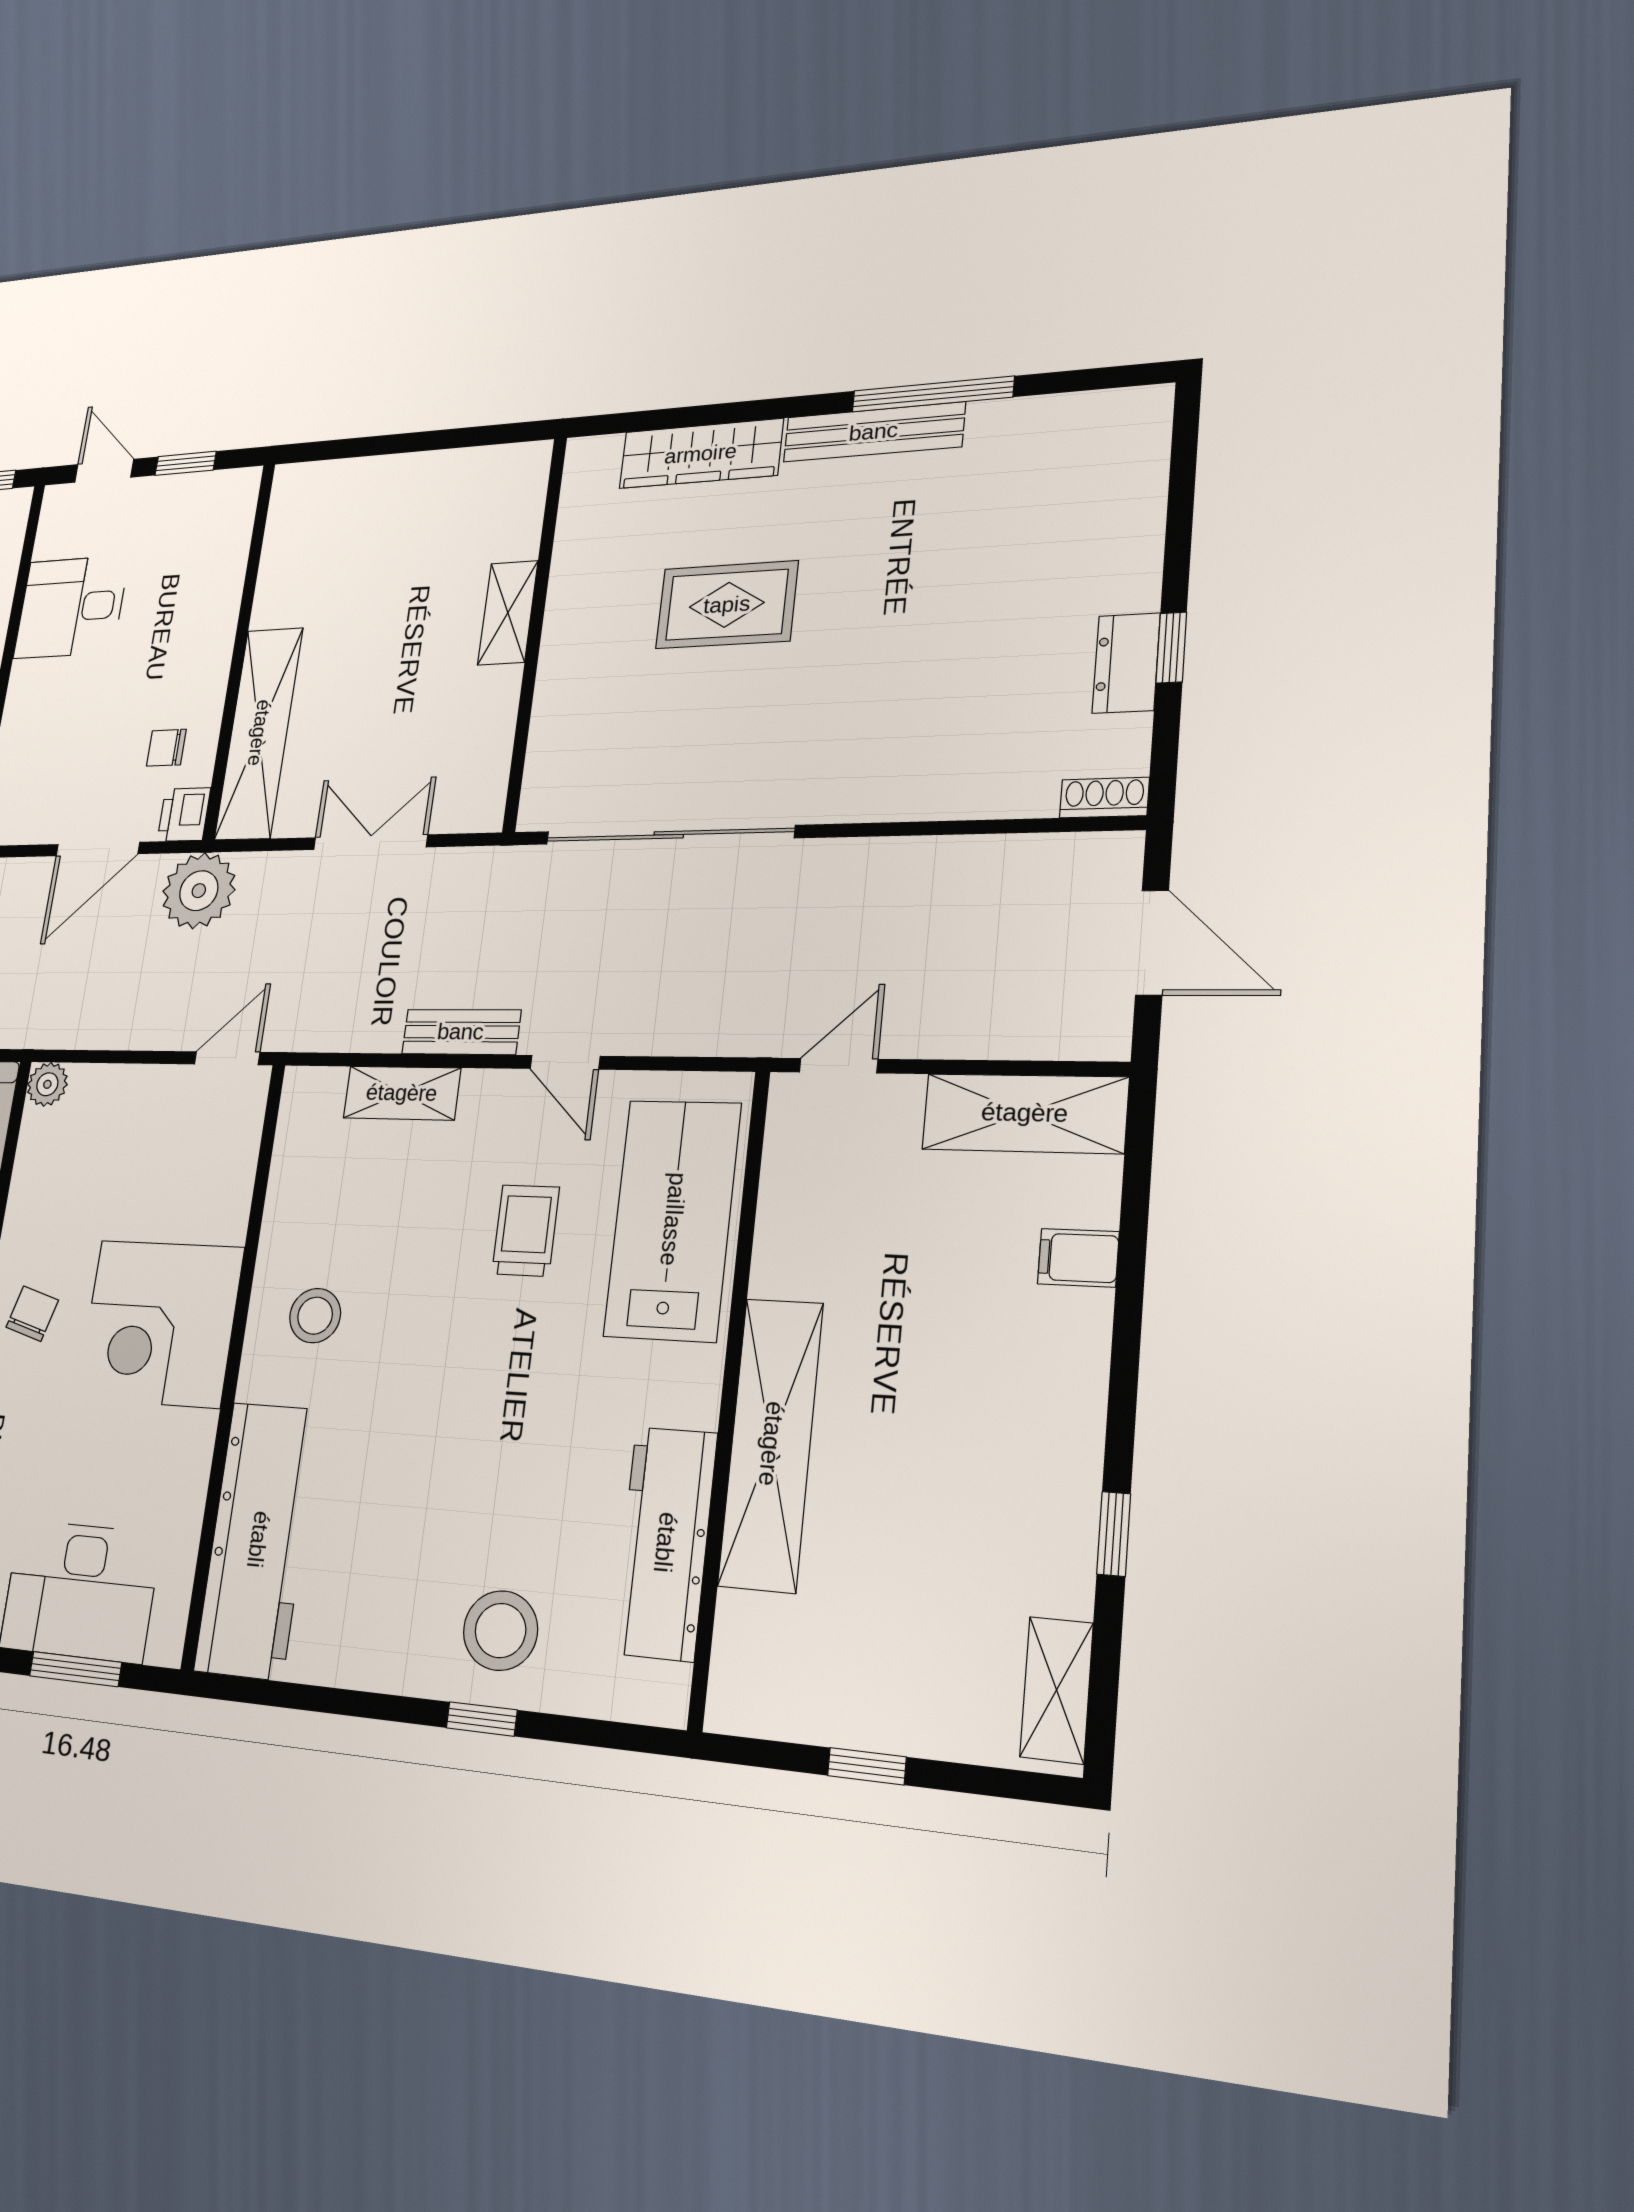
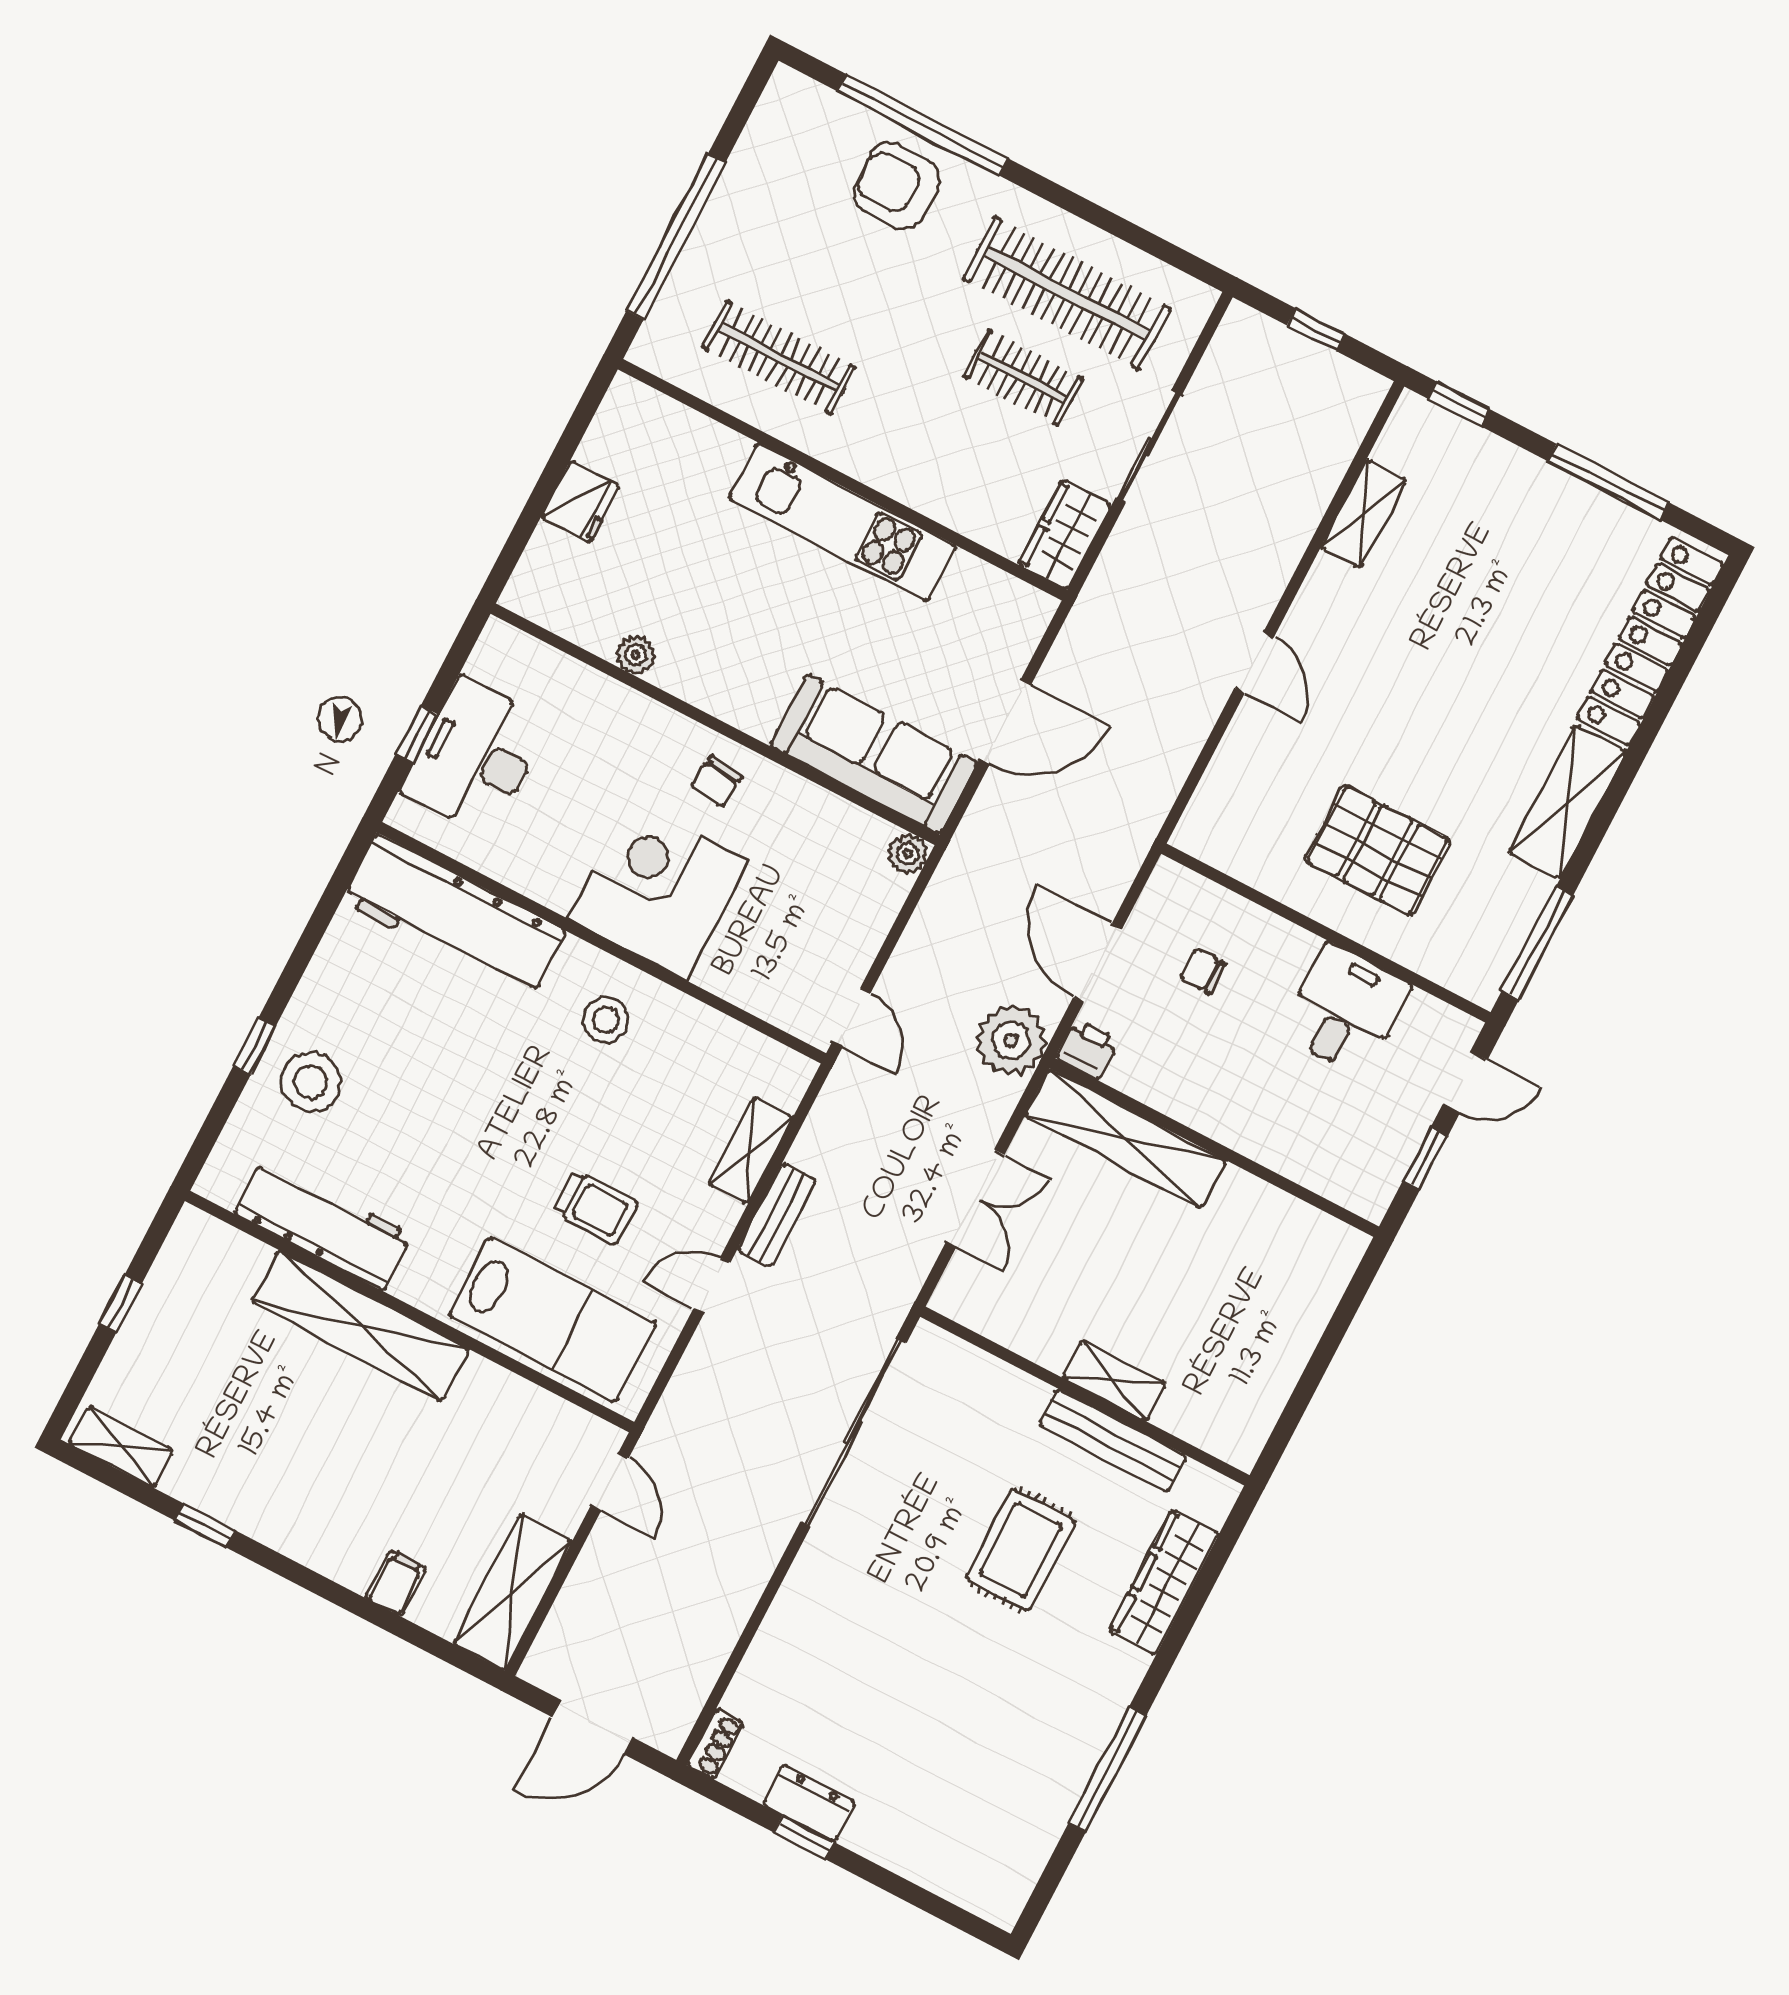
bench: (874, 432) -> (1113, 1440), moved, turned 90
chair: (166, 748) -> (1203, 971), moved, turned -90
chair: (32, 1314) -> (716, 781), turned 82
window: (75, 1669) -> (417, 734), width x0.67

